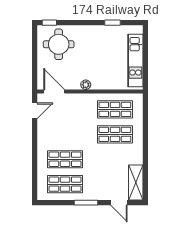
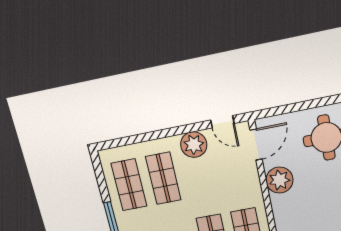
plant: (86, 85) -> (279, 180), width x1.88, depth x1.88
plant: (46, 133) -> (194, 145), added

